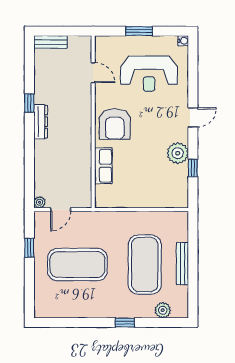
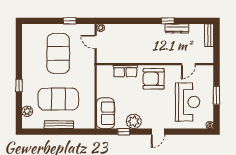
reception desk: (149, 74) -> (188, 102), turned 180
door: (193, 117) -> (158, 132), hinge flipped
dresser: (41, 122) -> (177, 28), moved
sofa: (166, 195) -> (105, 113), added

